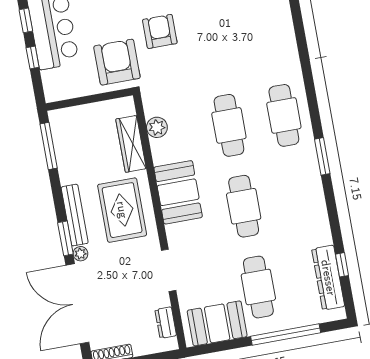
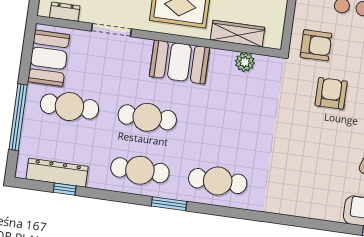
armchair: (160, 31) -> (331, 93), turned -90
armchair: (117, 62) -> (316, 45), width x0.73, depth x0.73
cafe table: (229, 125) -> (140, 170), moved

